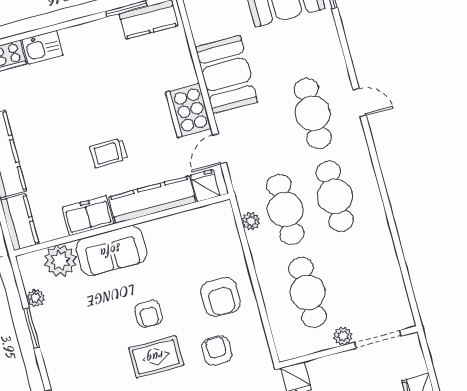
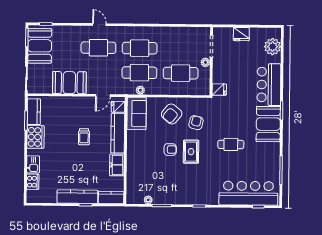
door: (360, 103) -> (99, 25), hinge flipped
cooker: (188, 111) -> (35, 137), moved, turned -90
door: (219, 149) -> (103, 95), hinge flipped
trolley: (109, 153) -> (84, 137), moved
sofa: (111, 251) -> (137, 113), moved
plant: (60, 261) -> (134, 184), removed
armchair: (221, 297) -> (172, 114), turned 130
armchair: (217, 351) -> (196, 123), turned 103

